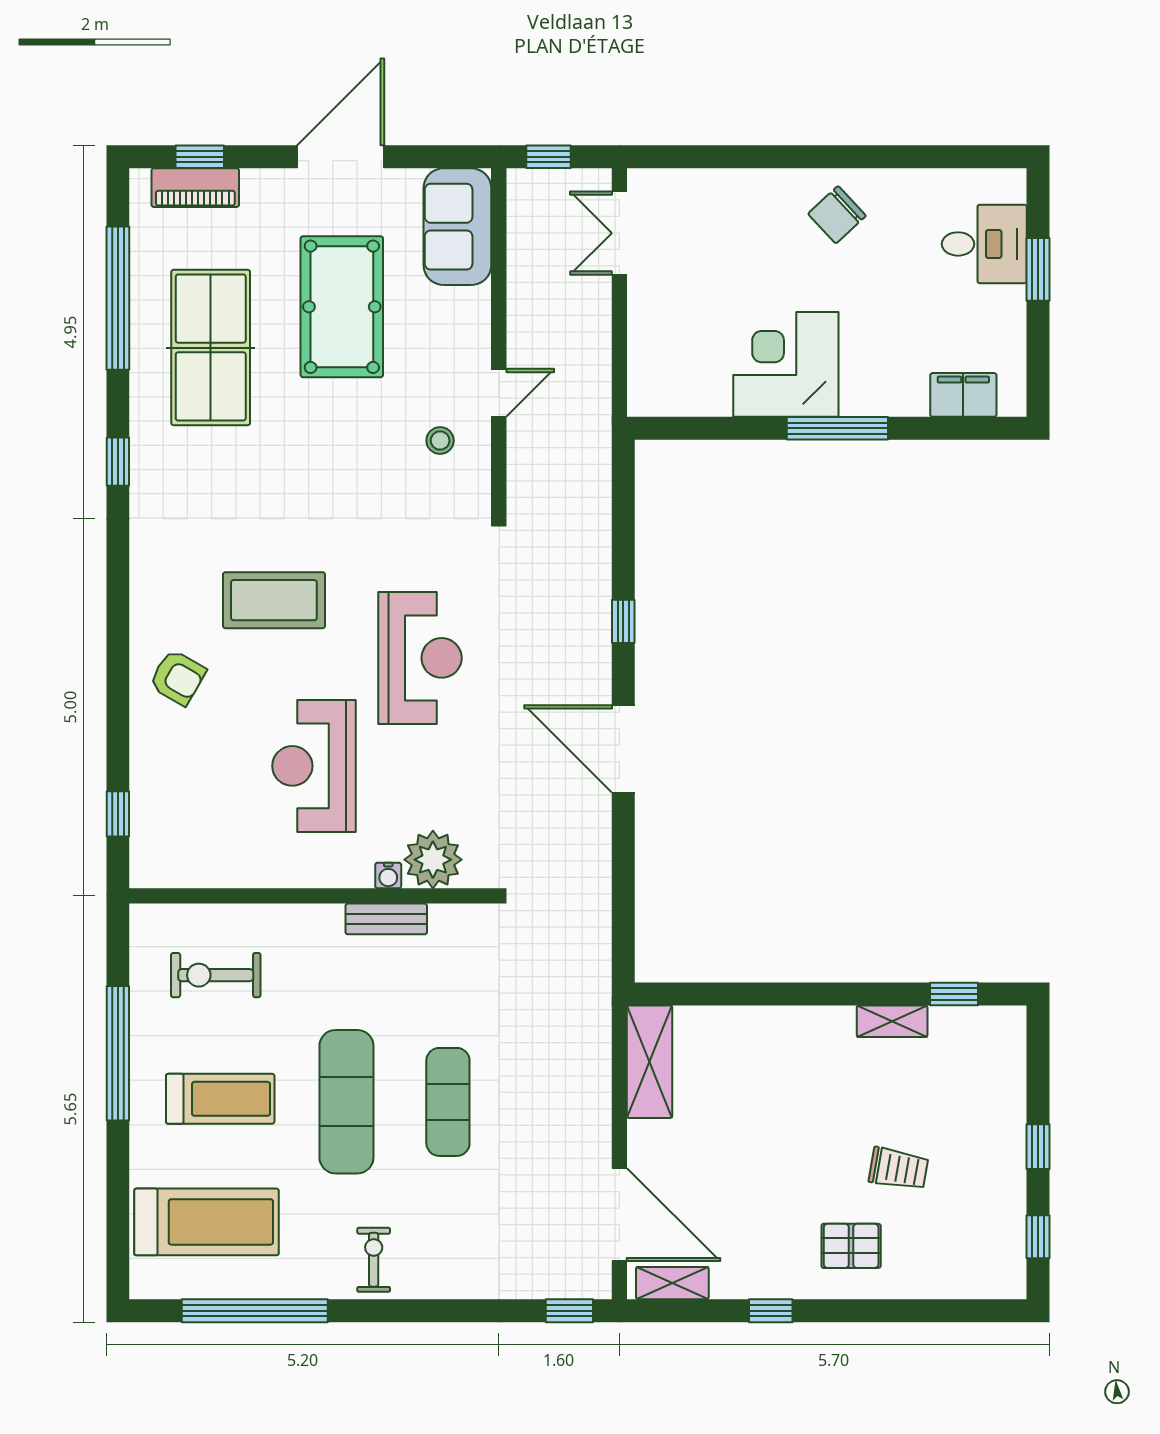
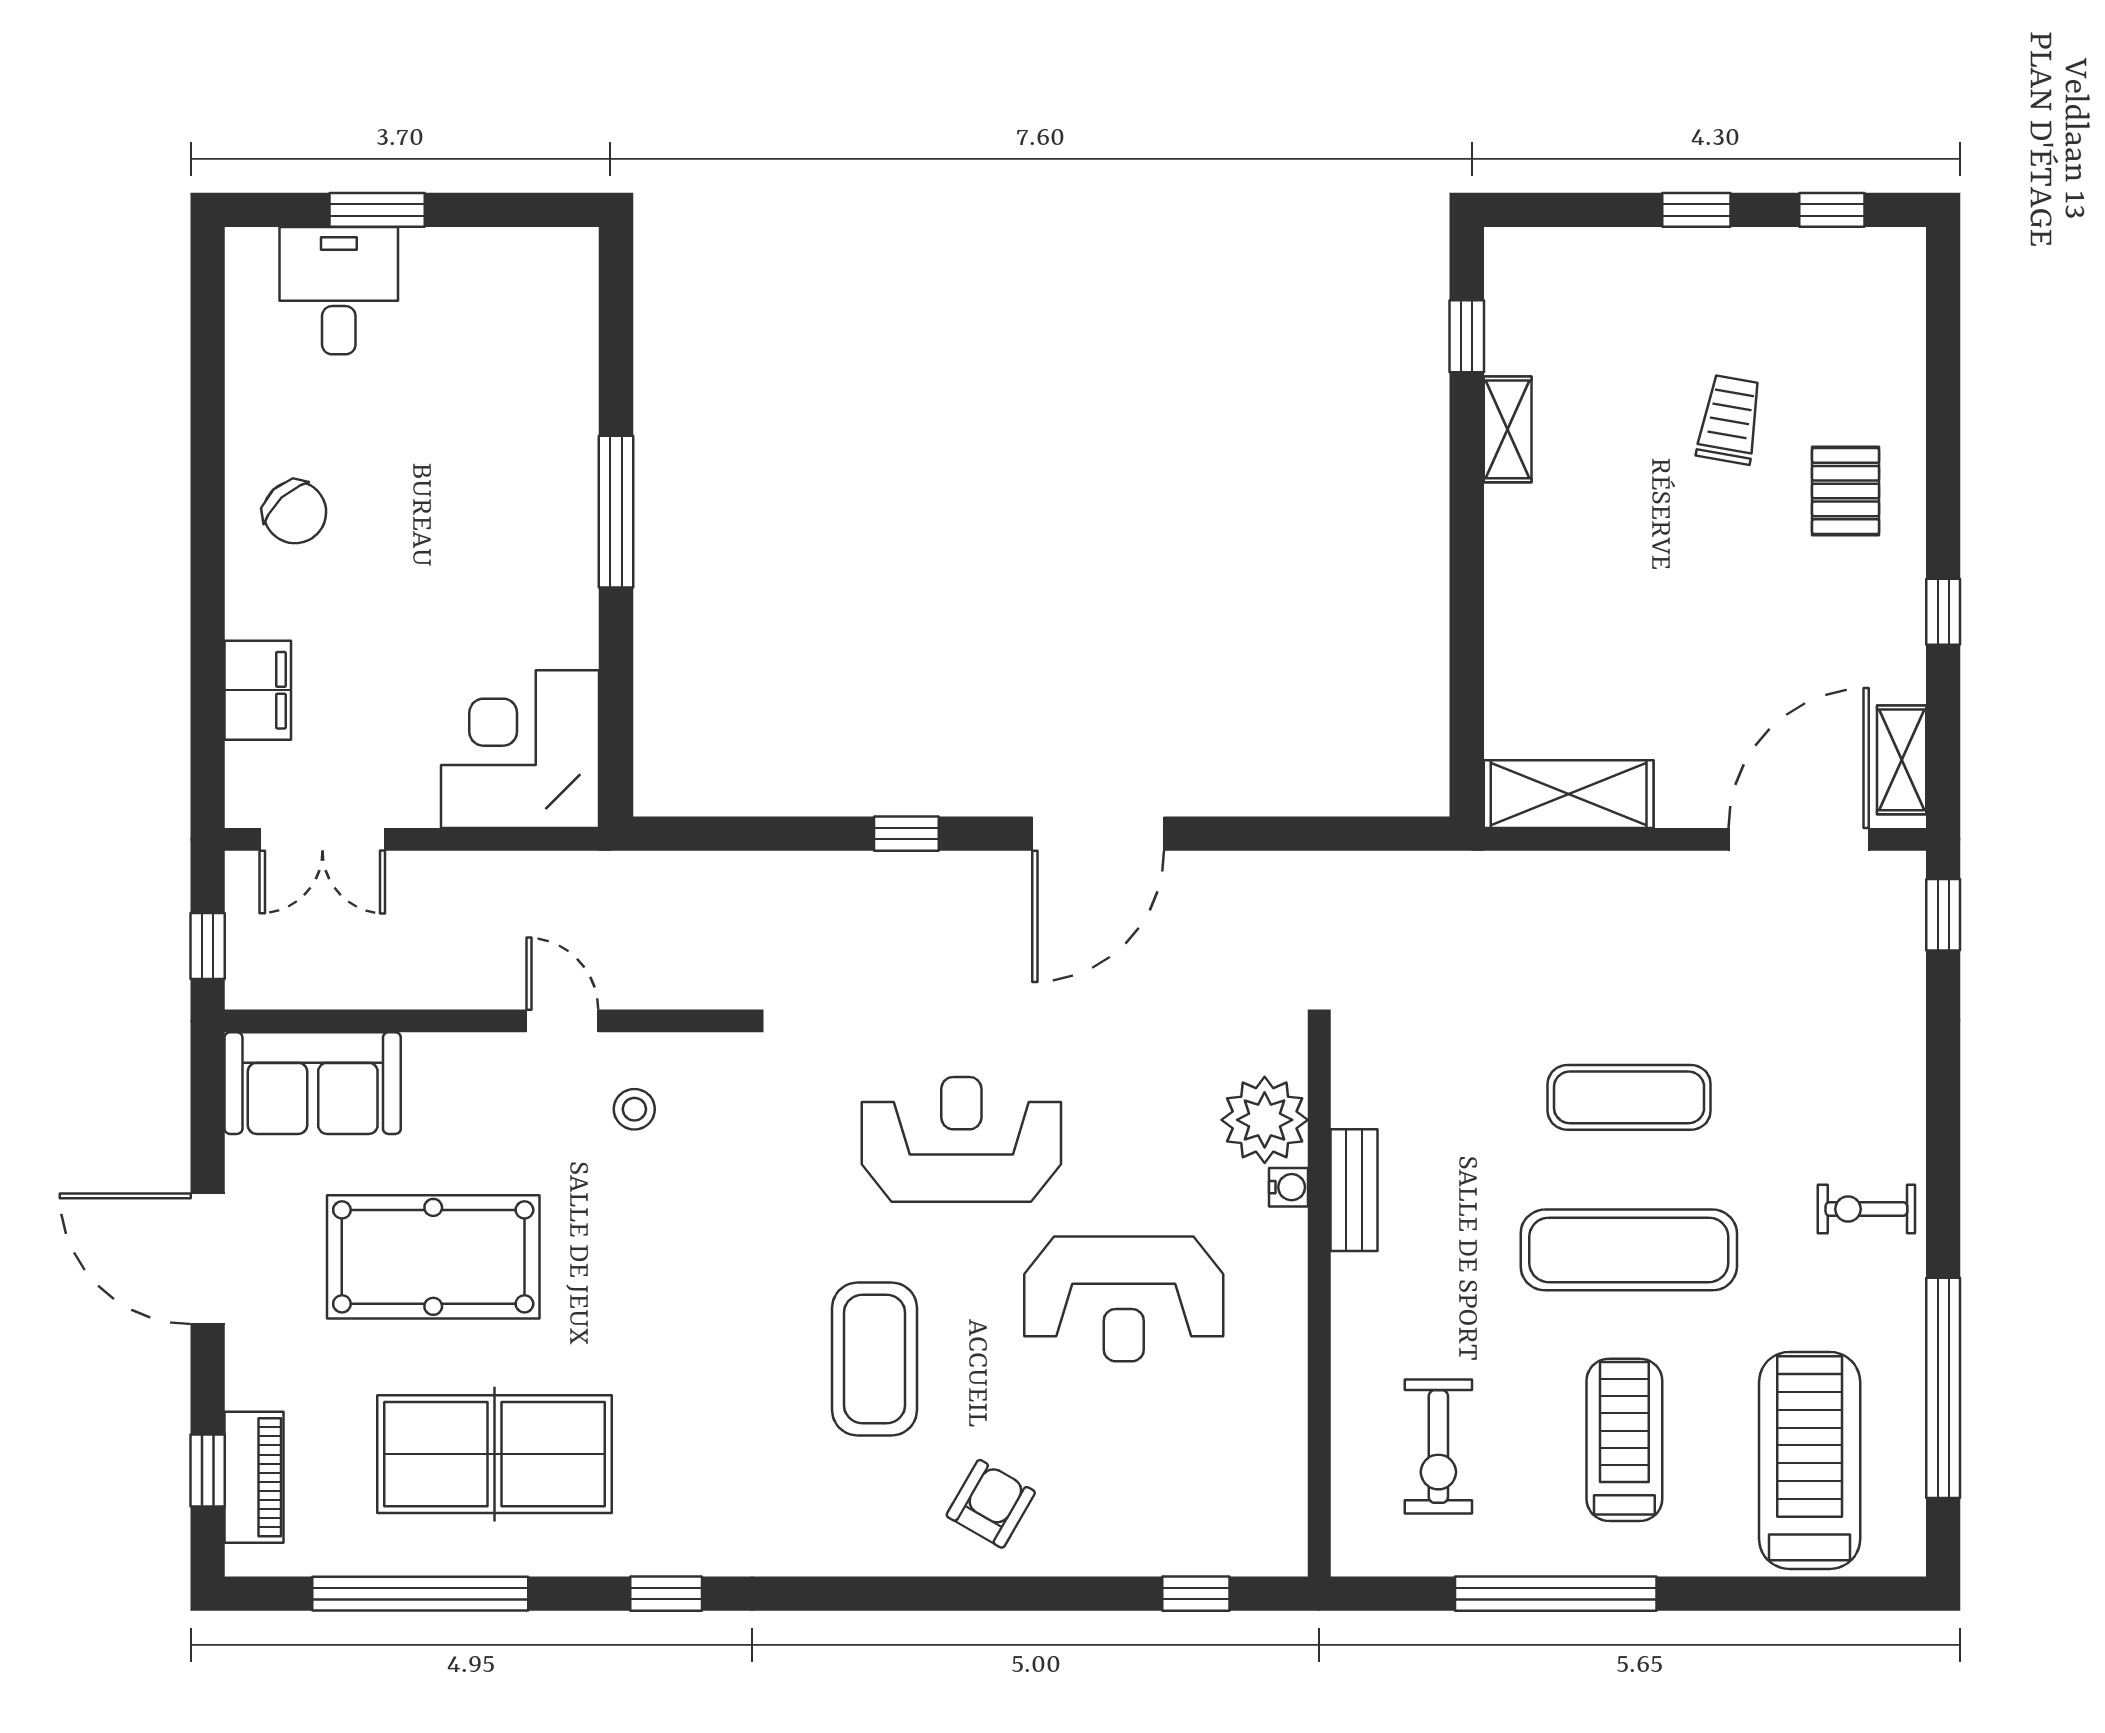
corner desk: (786, 364) -> (520, 749), moved, turned 90
filing cabinet: (963, 395) -> (258, 690), moved, turned 180

